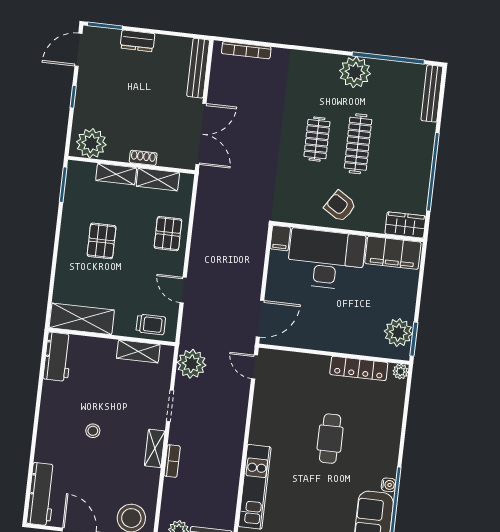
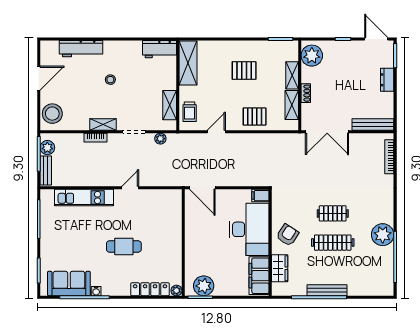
bench: (432, 93) -> (327, 290), moved
wardrobe: (405, 225) -> (280, 268), moved
plant: (192, 364) -> (160, 139), width x0.53, depth x0.53
door: (255, 367) -> (130, 188), moved
locker: (359, 368) -> (150, 289), moved, turned 90
workbench: (41, 494) -> (81, 49), moved

